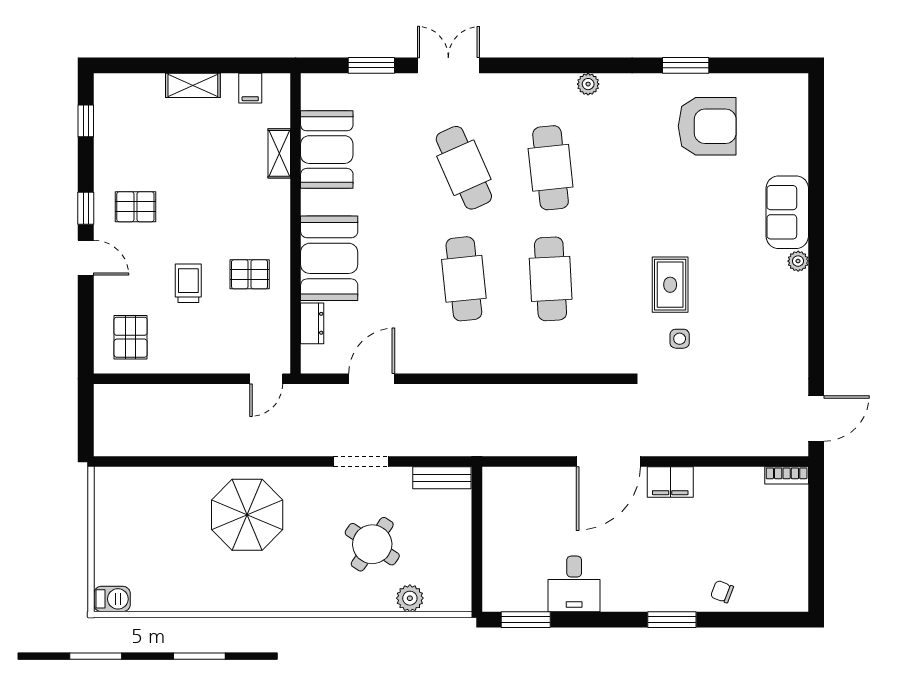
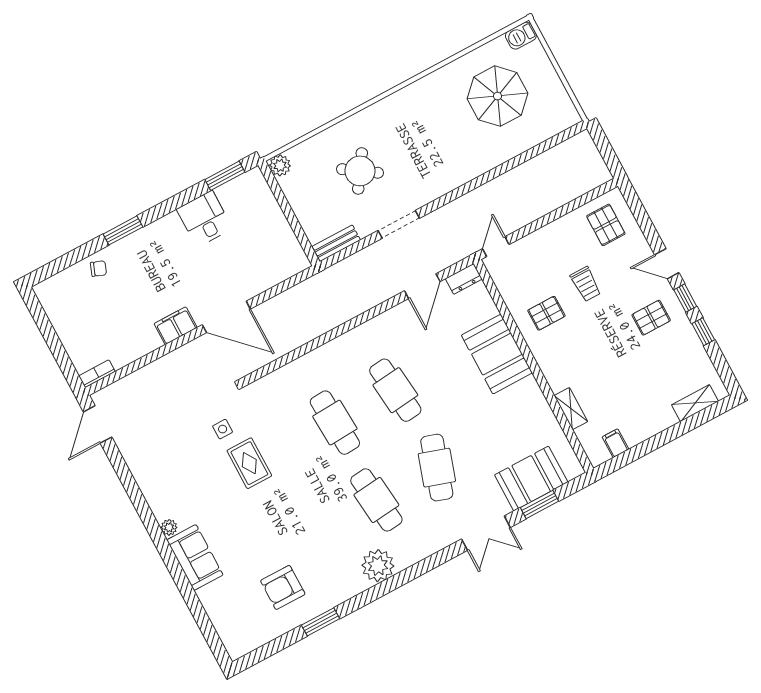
plant: (588, 84) -> (378, 566), width x1.88, depth x1.88
shelving: (193, 85) -> (695, 403), moved
window: (86, 121) -> (703, 332), moved
armchair: (707, 126) -> (283, 587), width x0.73, depth x0.73
booth: (327, 150) -> (531, 479), moved, turned 90
cafe table: (464, 168) -> (437, 468), turned 42
dresser: (312, 323) -> (464, 279), moved, turned -90
door: (608, 462) -> (226, 317), swing flipped
parasol: (247, 515) -> (498, 96), moved
plant: (410, 598) -> (280, 165), moved

